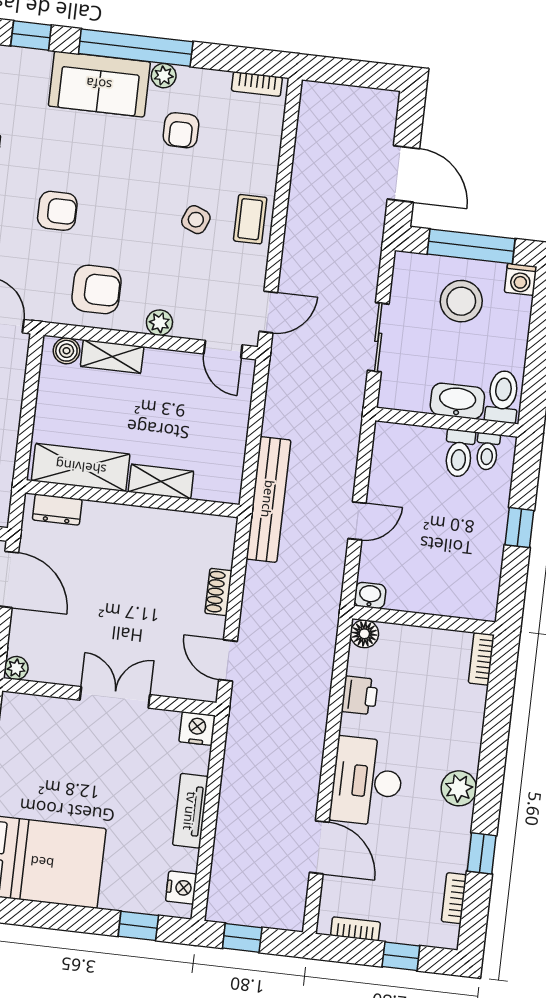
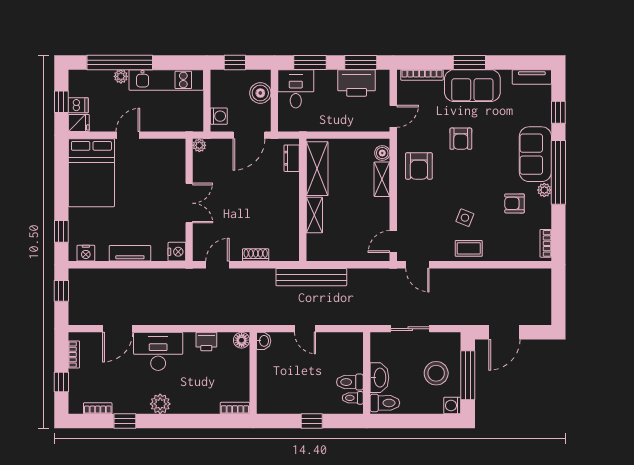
plant: (159, 323) -> (404, 204), removed

